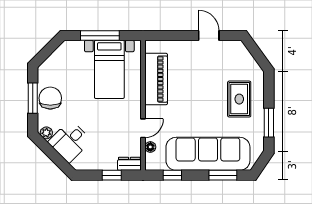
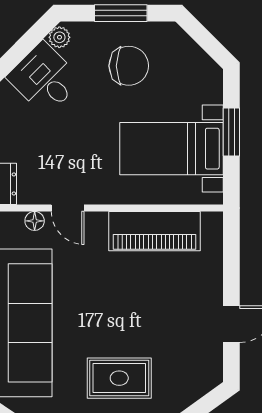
window: (100, 36) -> (231, 132), width x0.69
chair: (50, 98) -> (129, 66), moved

